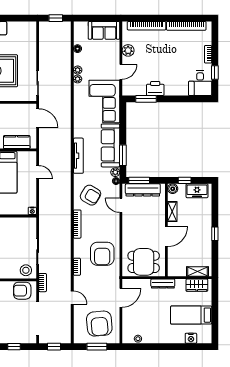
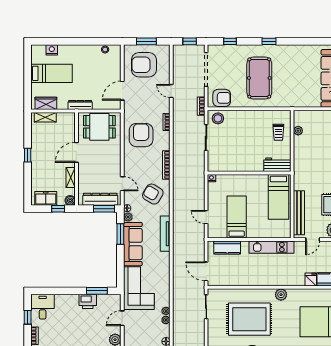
armchair: (99, 324) -> (144, 65), turned -85

